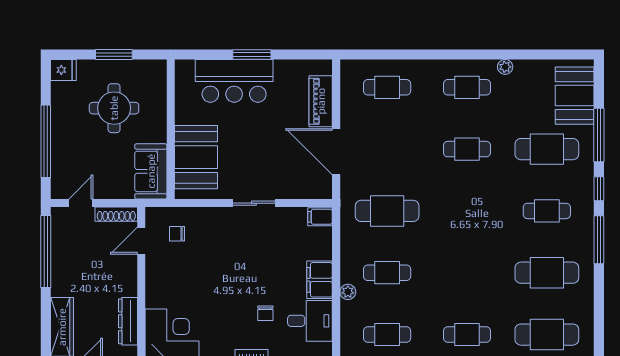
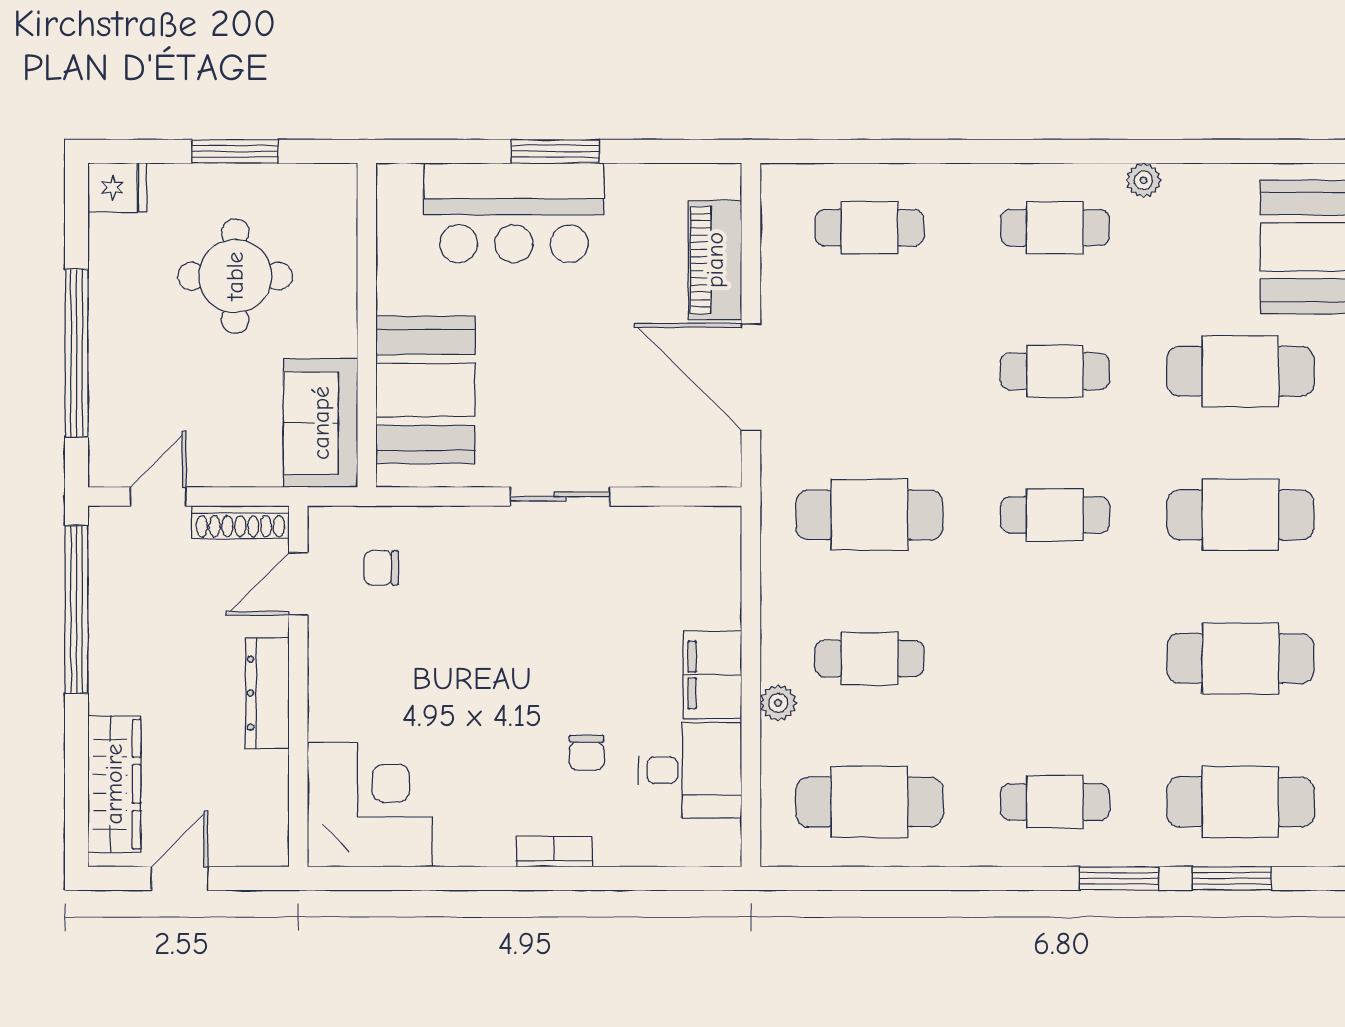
cafe table: (467, 211) -> (1055, 515), added
cafe table: (547, 211) -> (1240, 515), width x1.37, depth x1.35
filing cabinet: (320, 217) -> (714, 528), removed
dresser: (128, 321) -> (267, 693), moved
cafe table: (387, 335) -> (869, 802), width x1.37, depth x1.35

